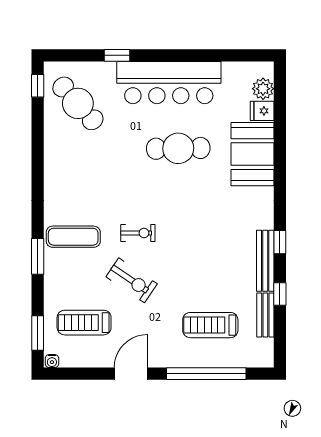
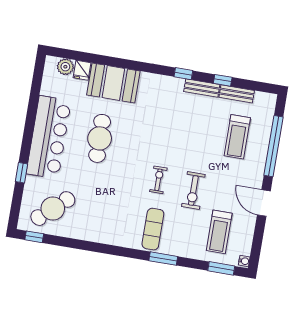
bench: (265, 261) -> (202, 88), width x0.73
exercise bike: (132, 280) -> (193, 191), turned 146

